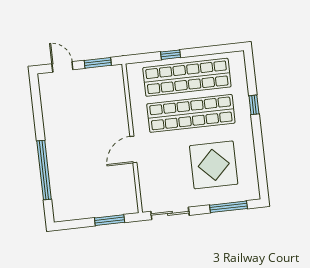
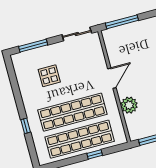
plant: (117, 111) -> (129, 105), added
display table: (214, 165) -> (49, 76), width x0.54, depth x0.54
window: (110, 220) -> (122, 22), width x1.44

